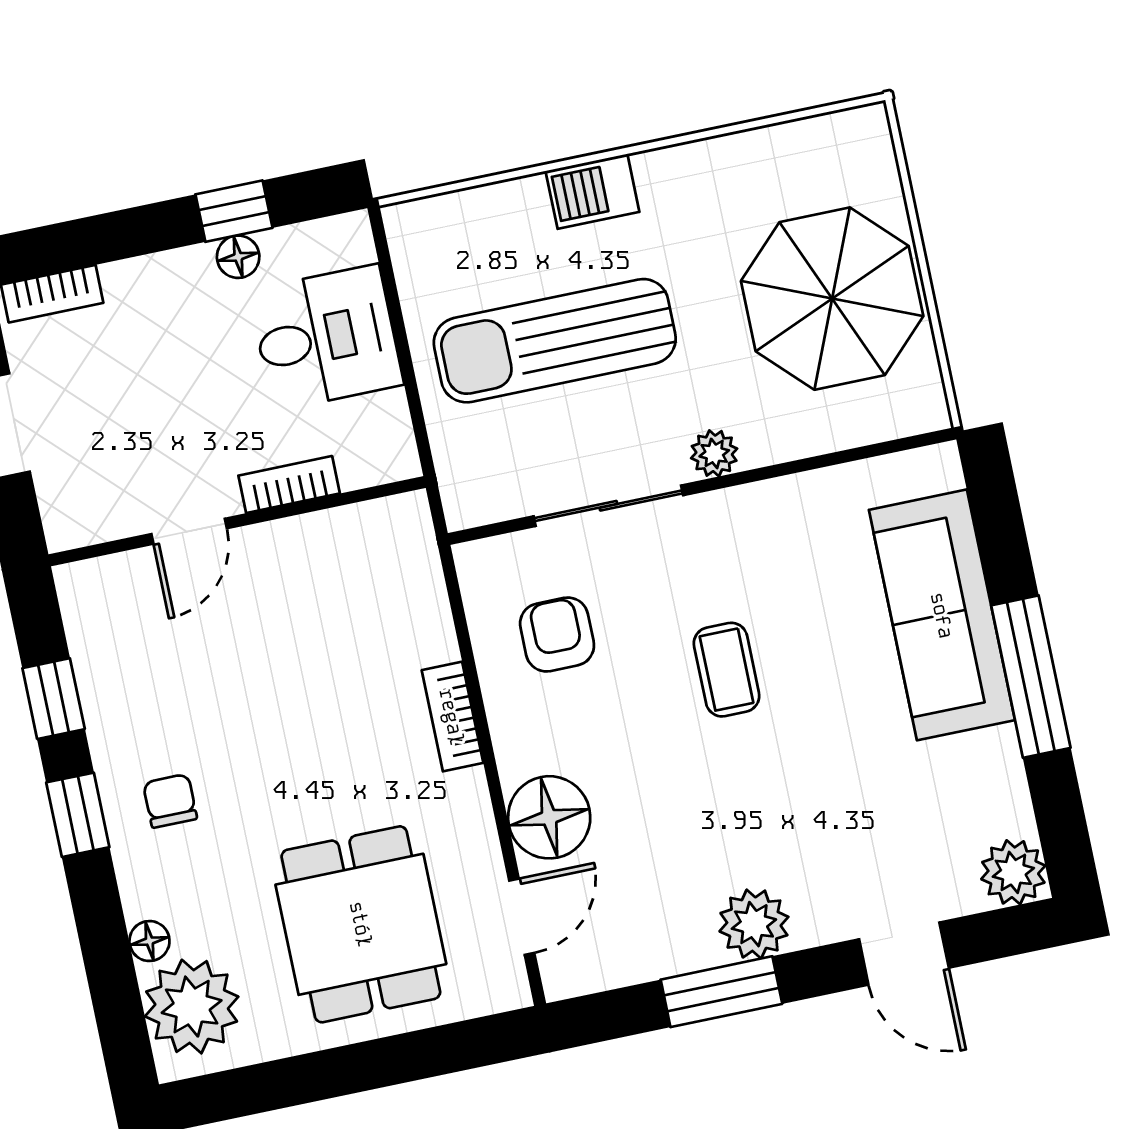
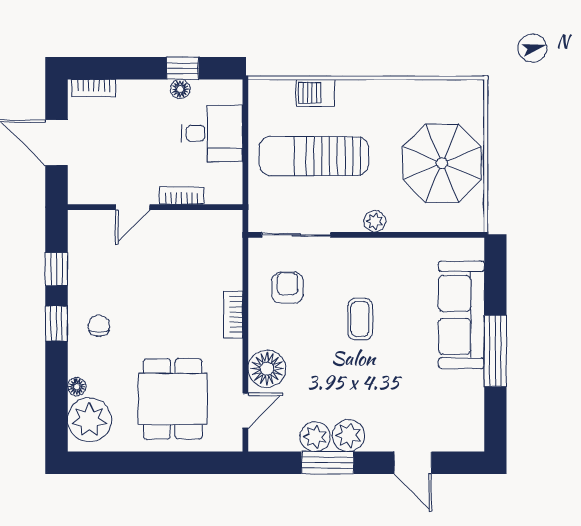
barbecue: (592, 191) -> (315, 93), moved
sliding door: (608, 506) -> (296, 235), moved
plant: (1013, 872) -> (315, 437), moved

